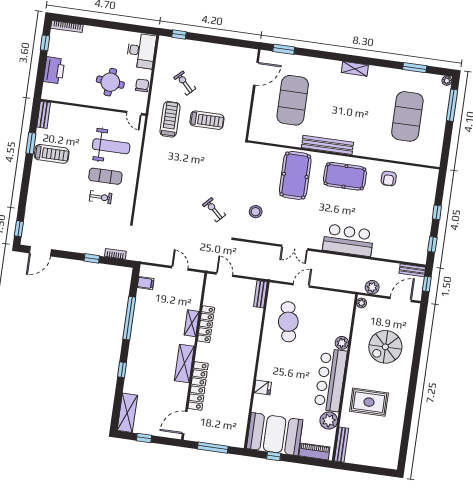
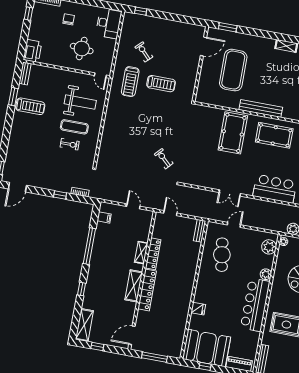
printer: (54, 70) -> (33, 51), moved
chair: (142, 85) -> (69, 19), moved
treadmill: (170, 119) -> (130, 82), turned 180
stool: (256, 212) -> (198, 162), removed
locker: (198, 386) -> (147, 290), moved
plant: (329, 421) -> (269, 247), moved

